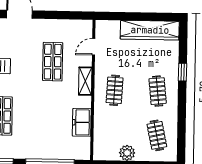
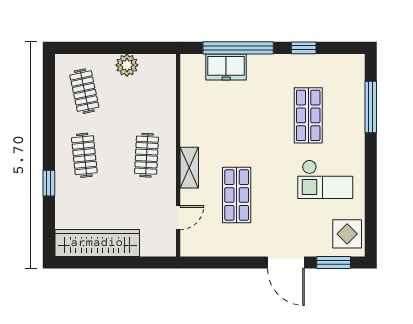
freezer: (82, 122) -> (226, 67), moved, turned 90

